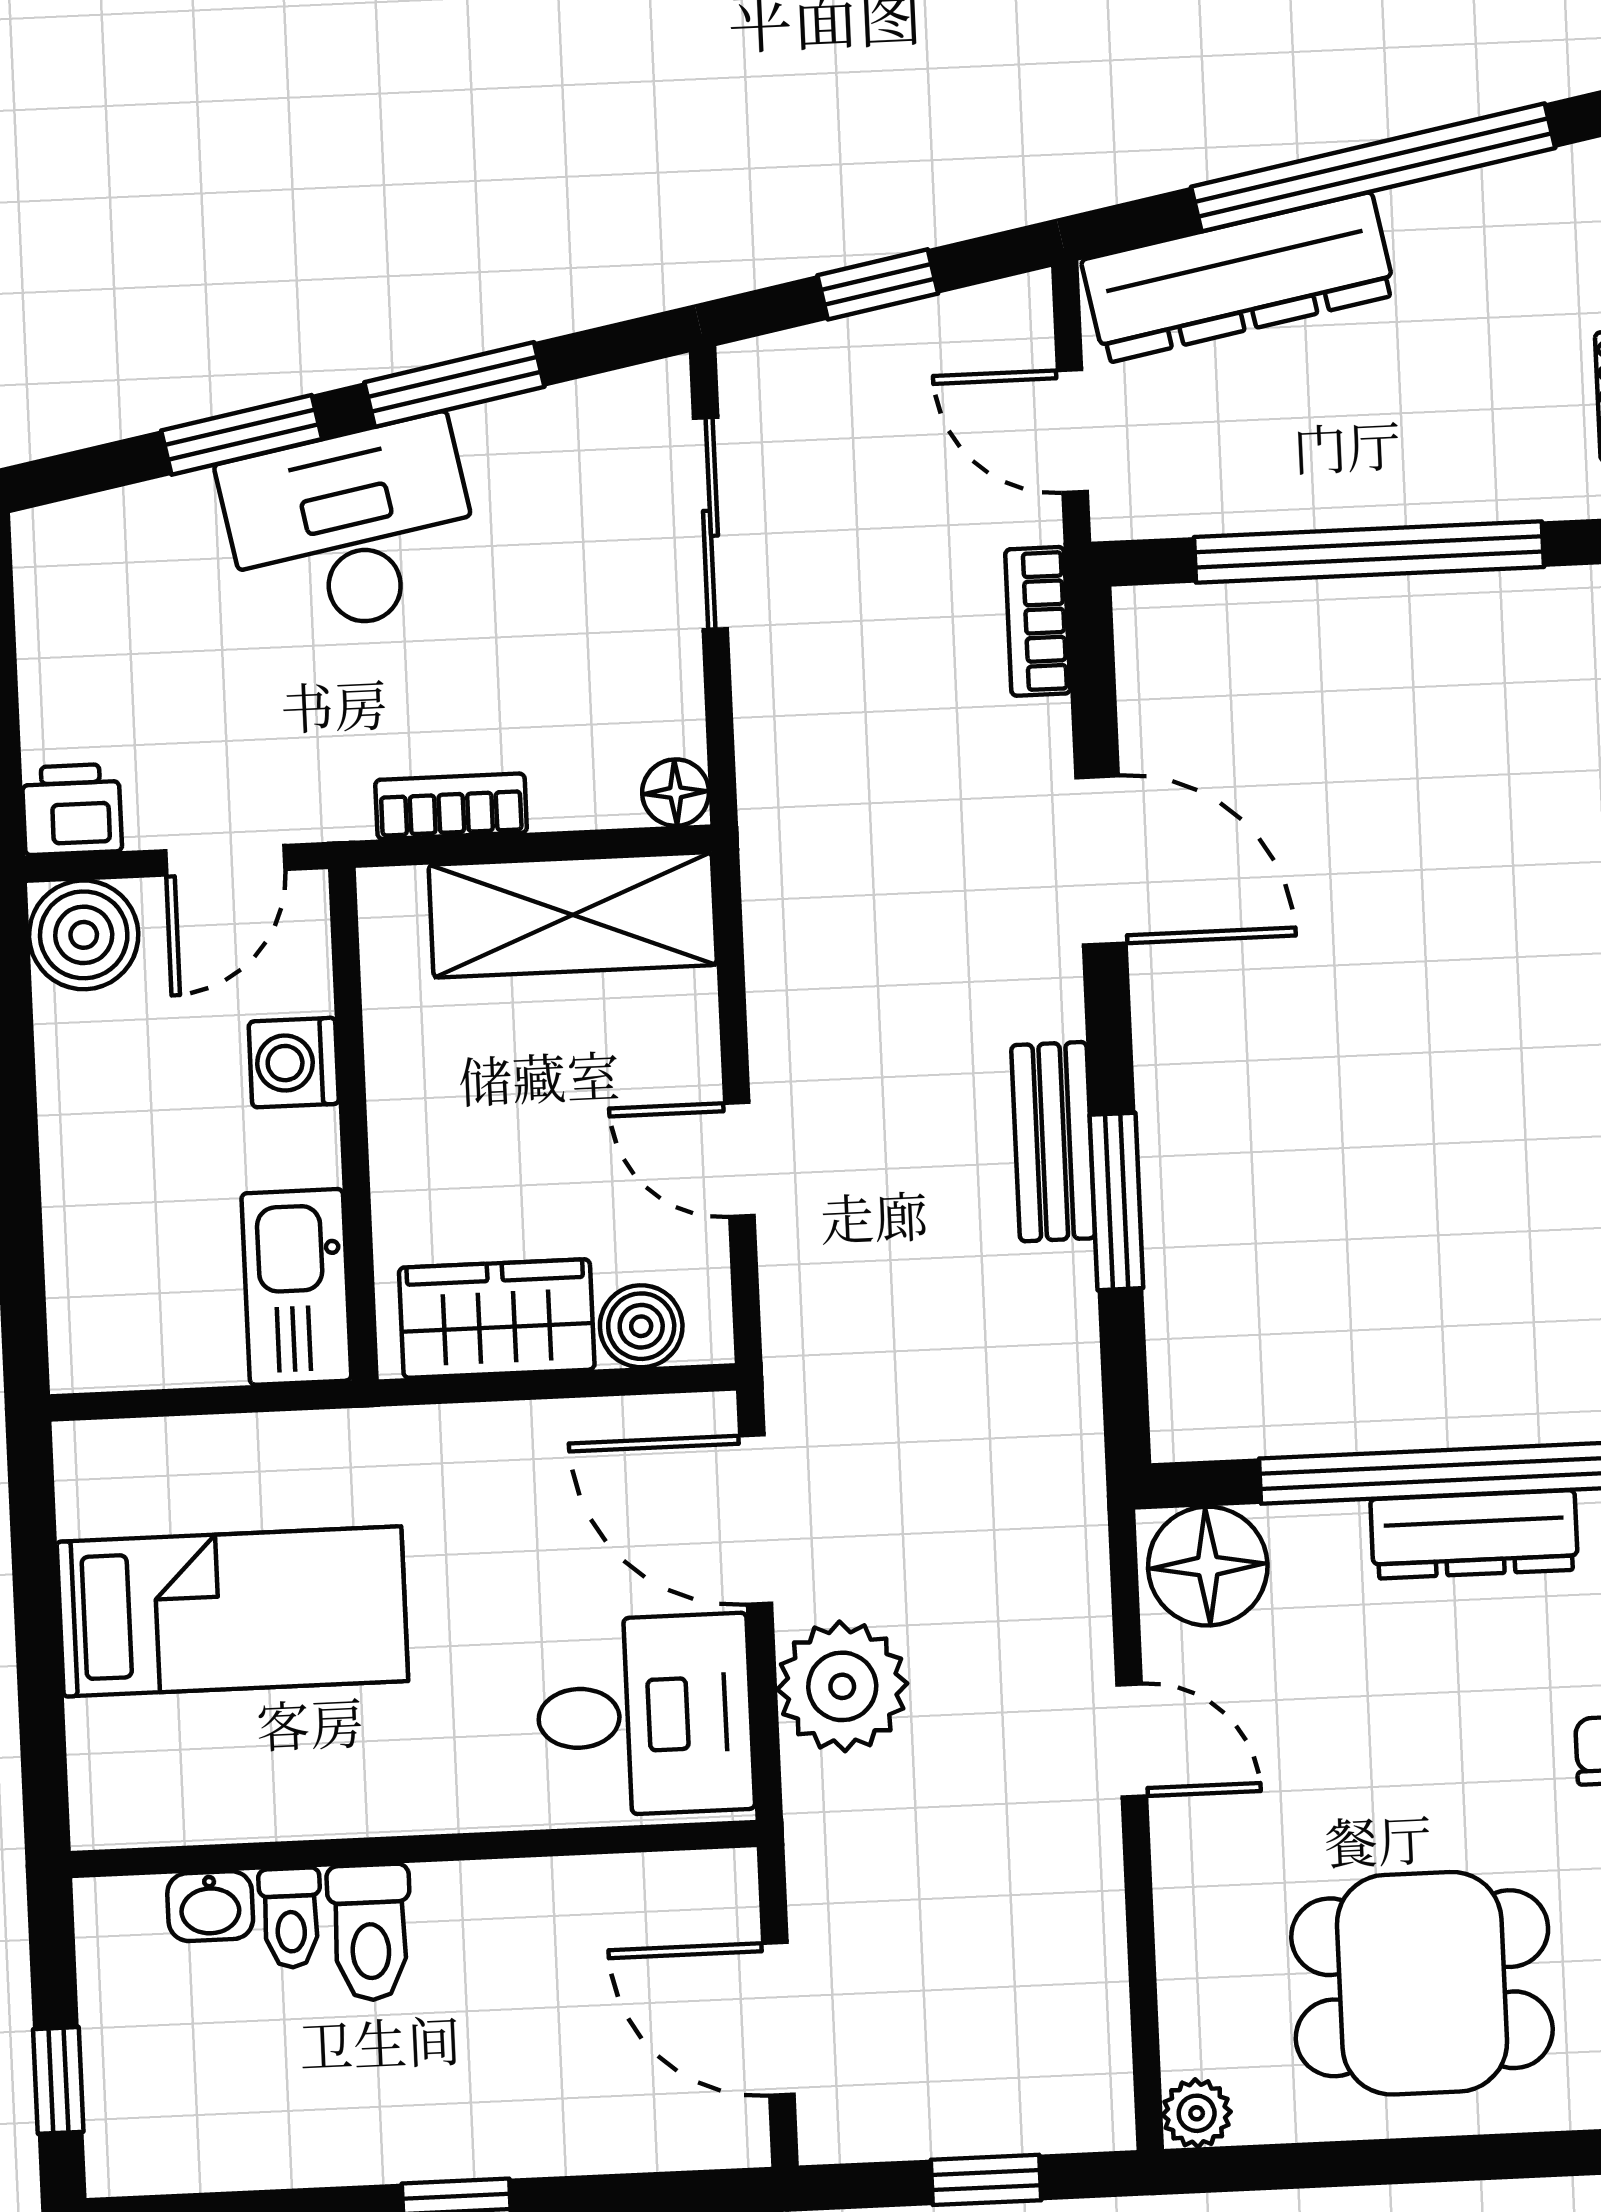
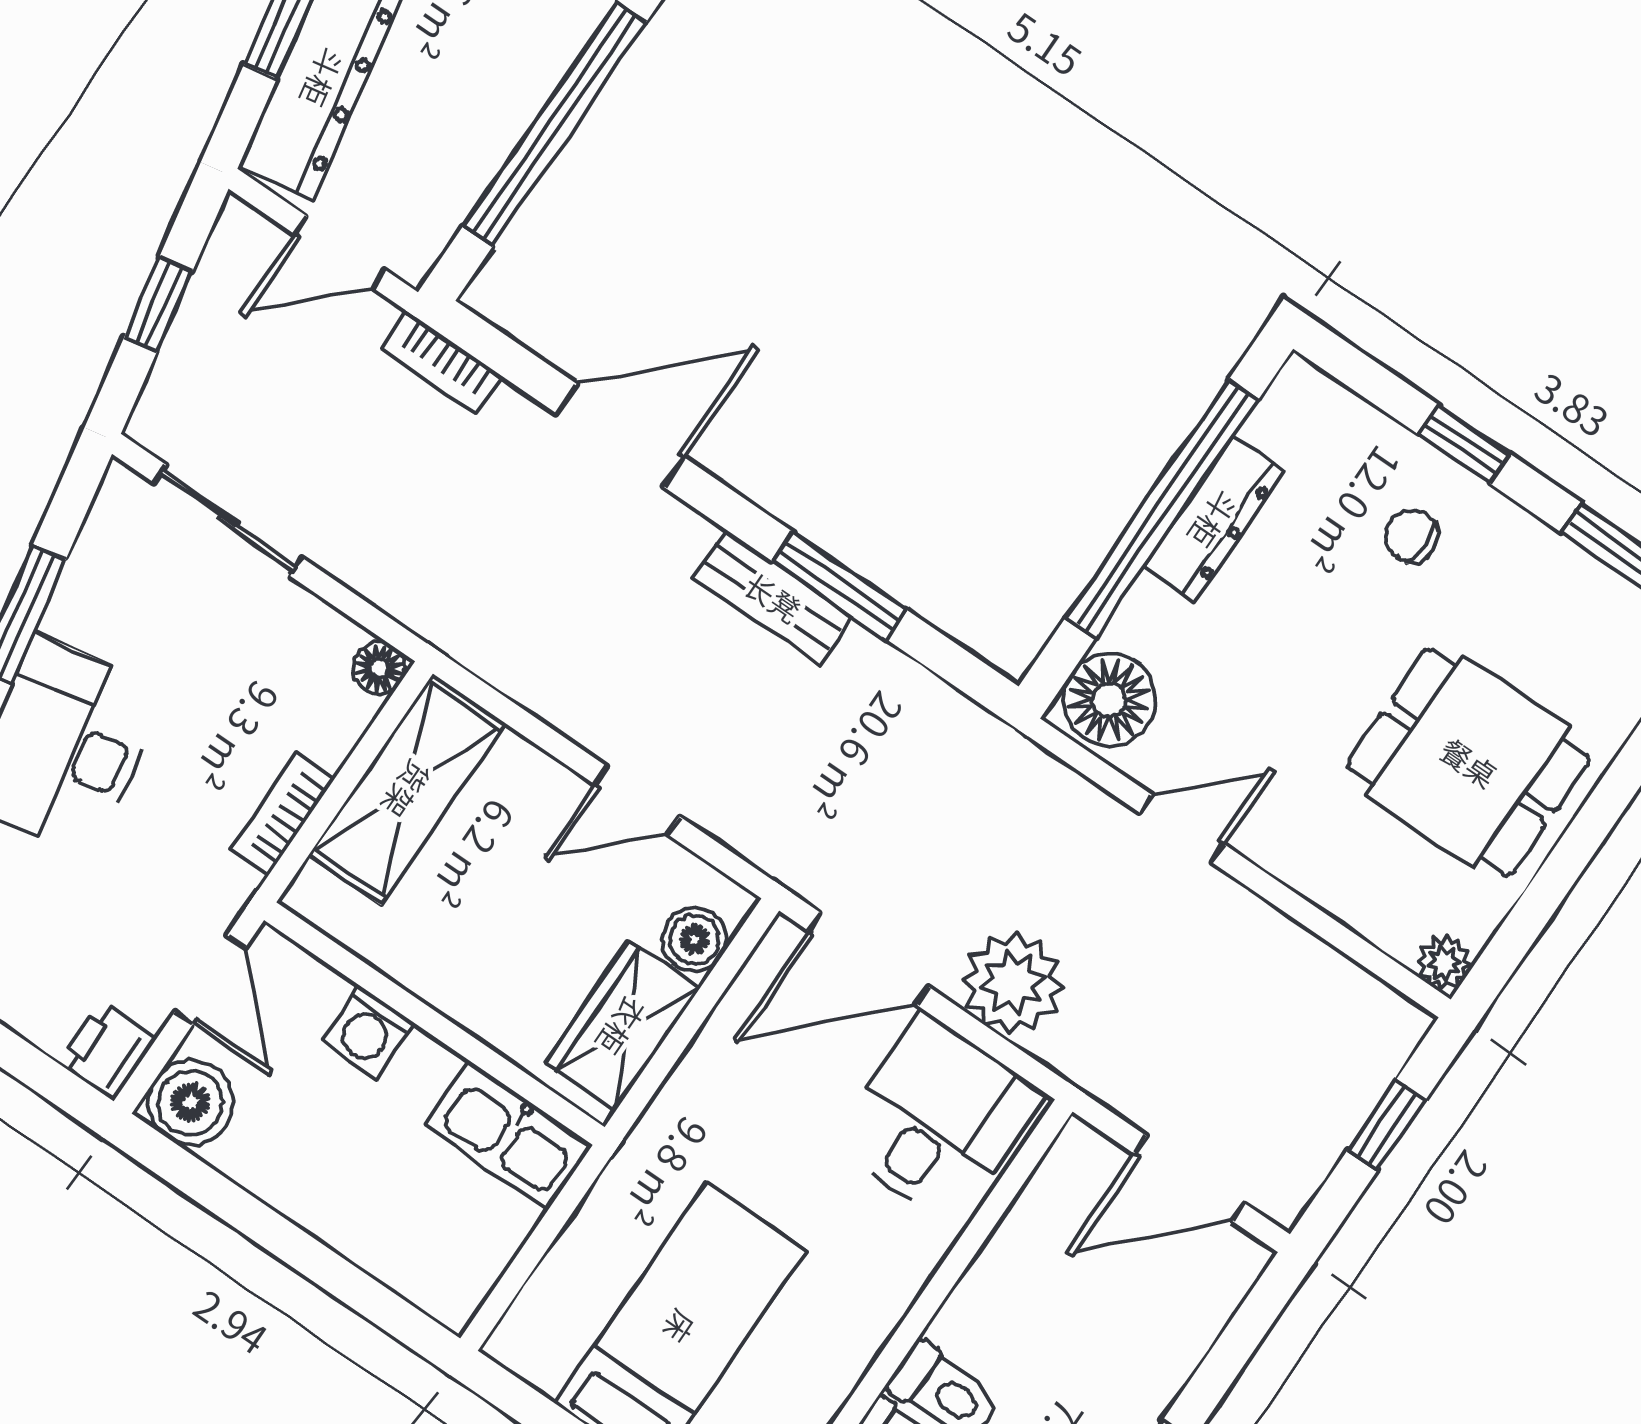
dining table: (1422, 1983) -> (1469, 762), turned 90

